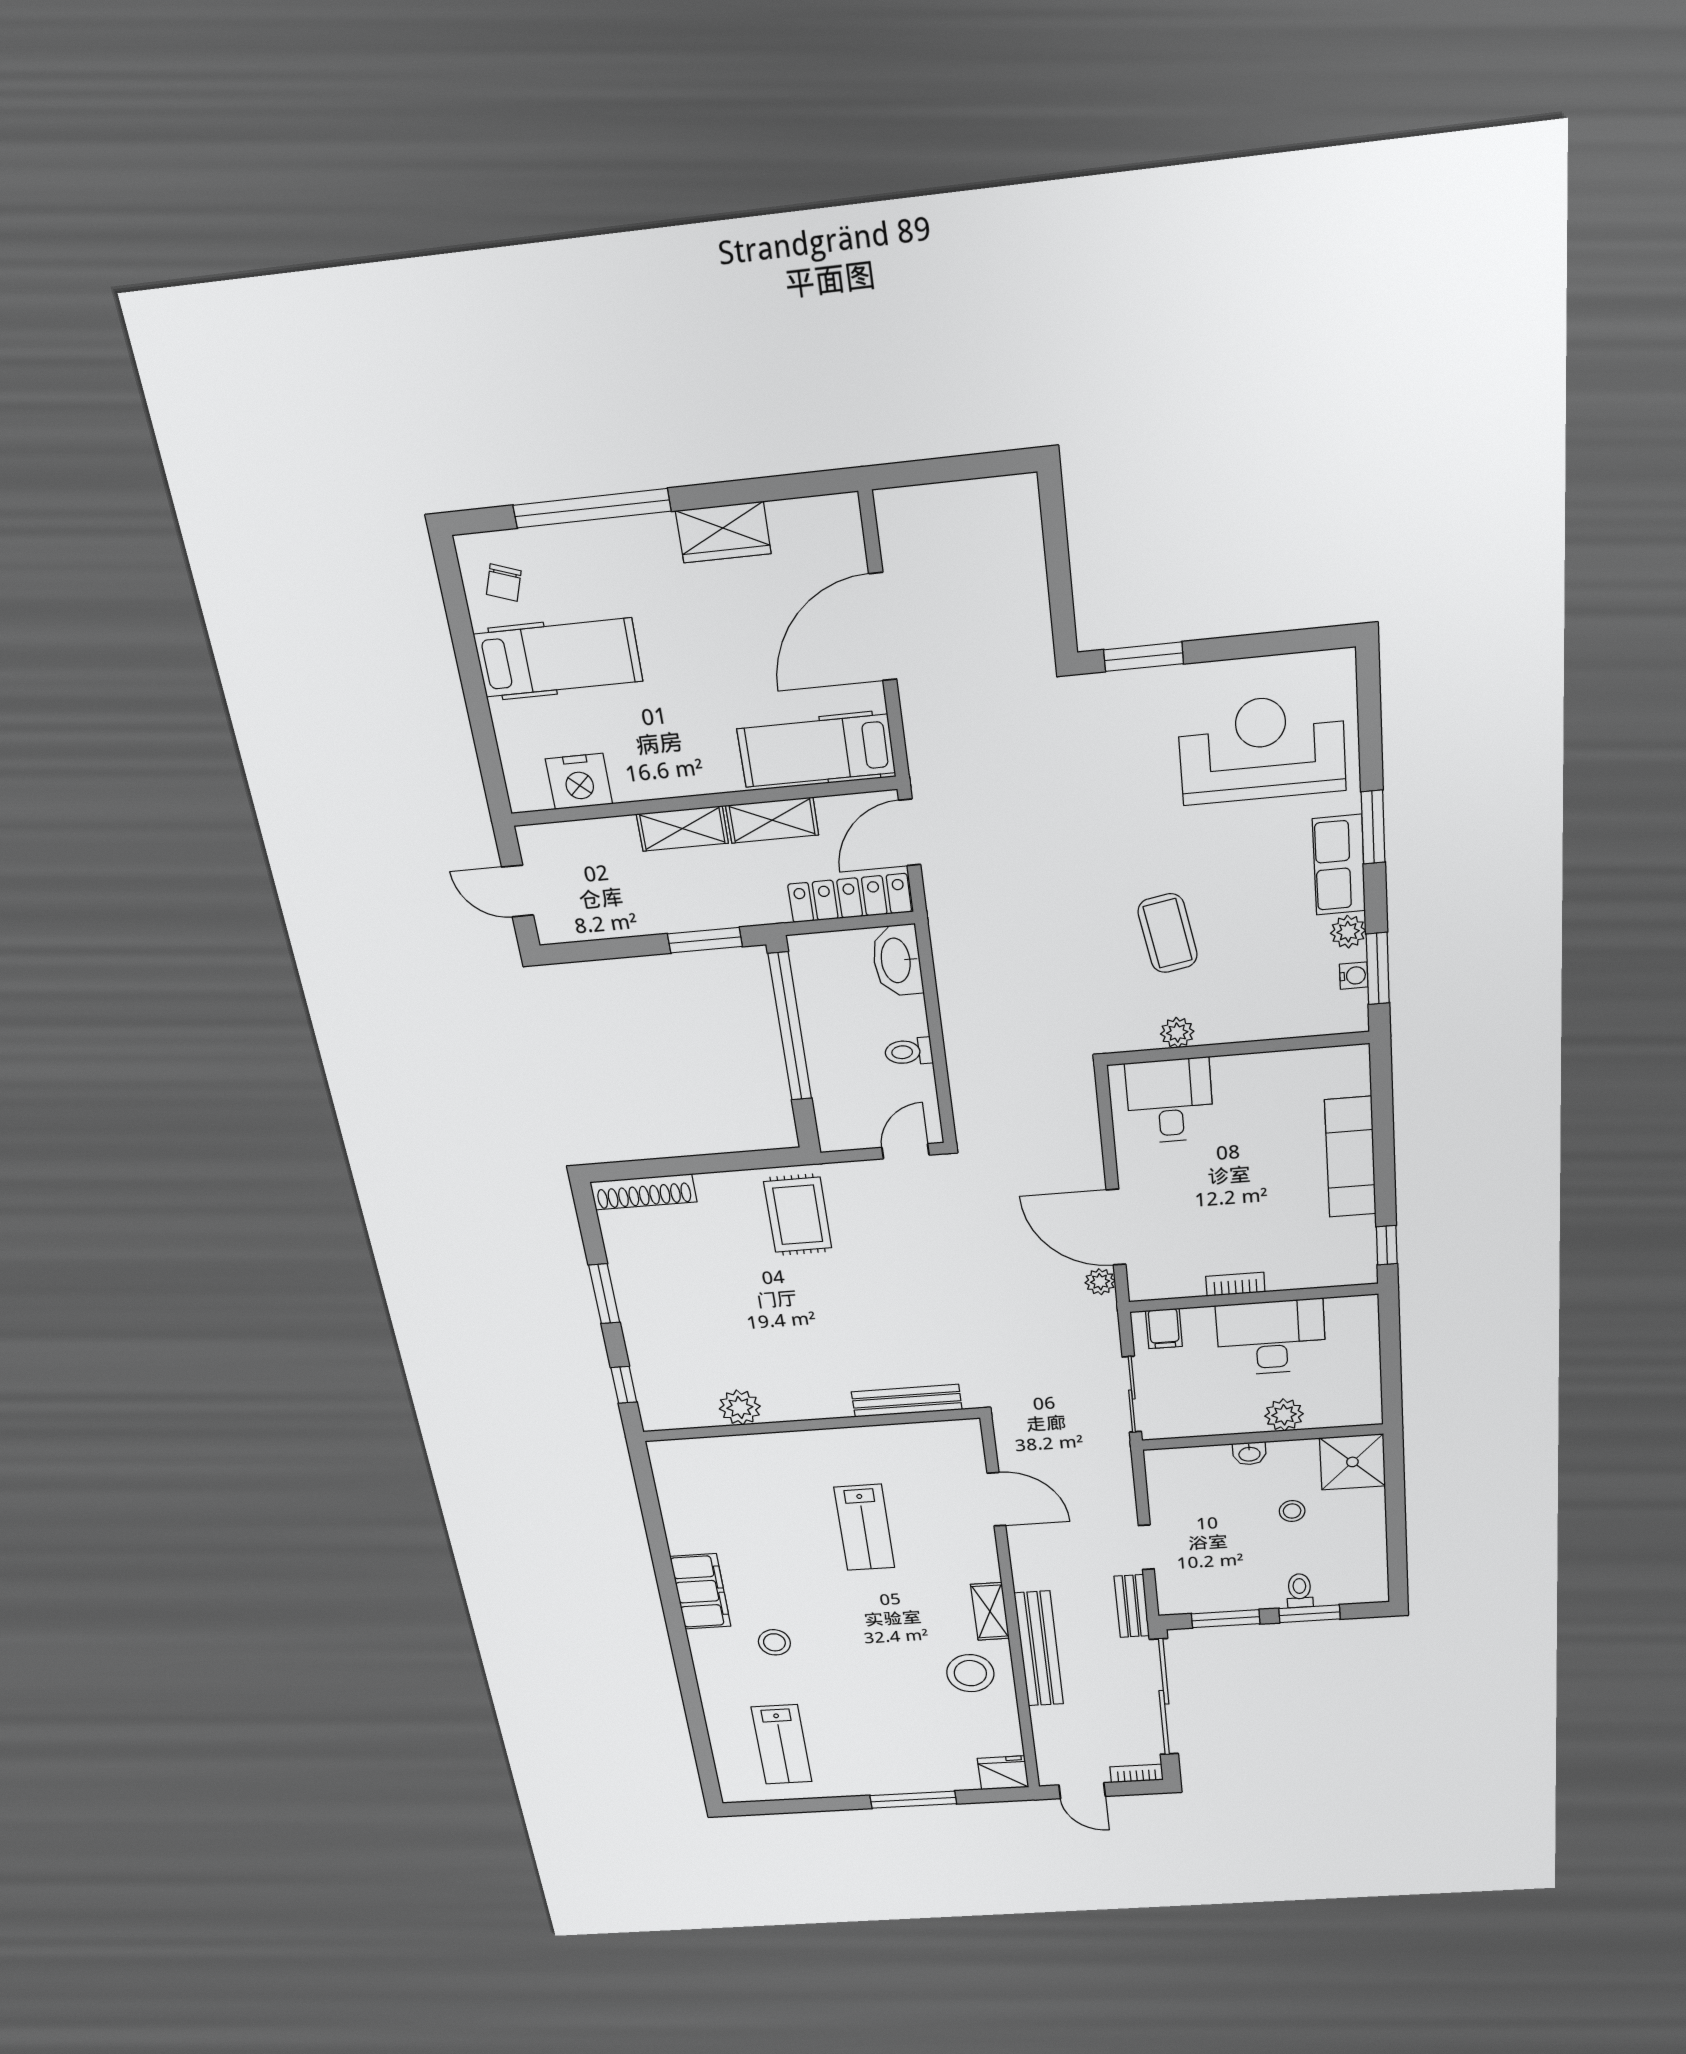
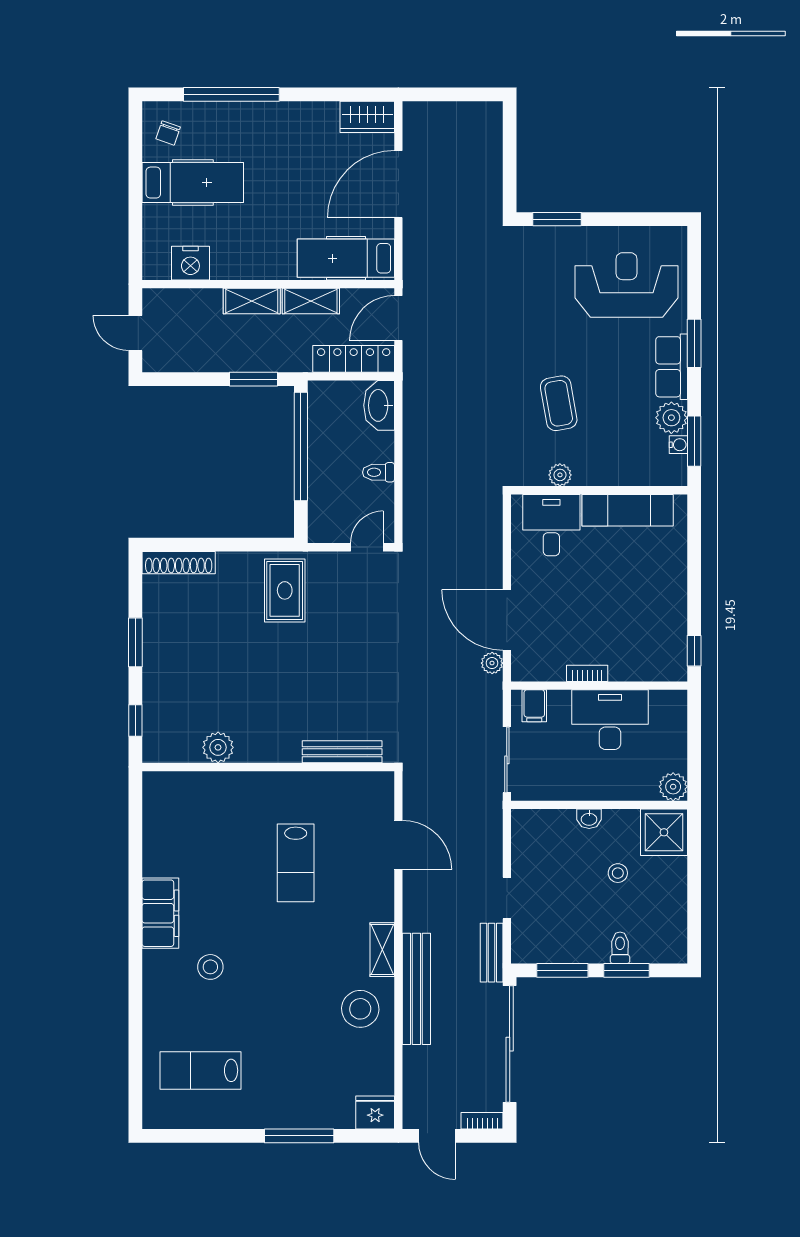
wardrobe: (723, 532) -> (367, 117), moved
plant: (1348, 932) -> (671, 418), width x1.38, depth x1.38
exam couch: (1350, 1157) -> (628, 510), moved, turned -90
plant: (1284, 1415) -> (673, 787), moved
lab bench: (782, 1745) -> (200, 1070), turned 90

